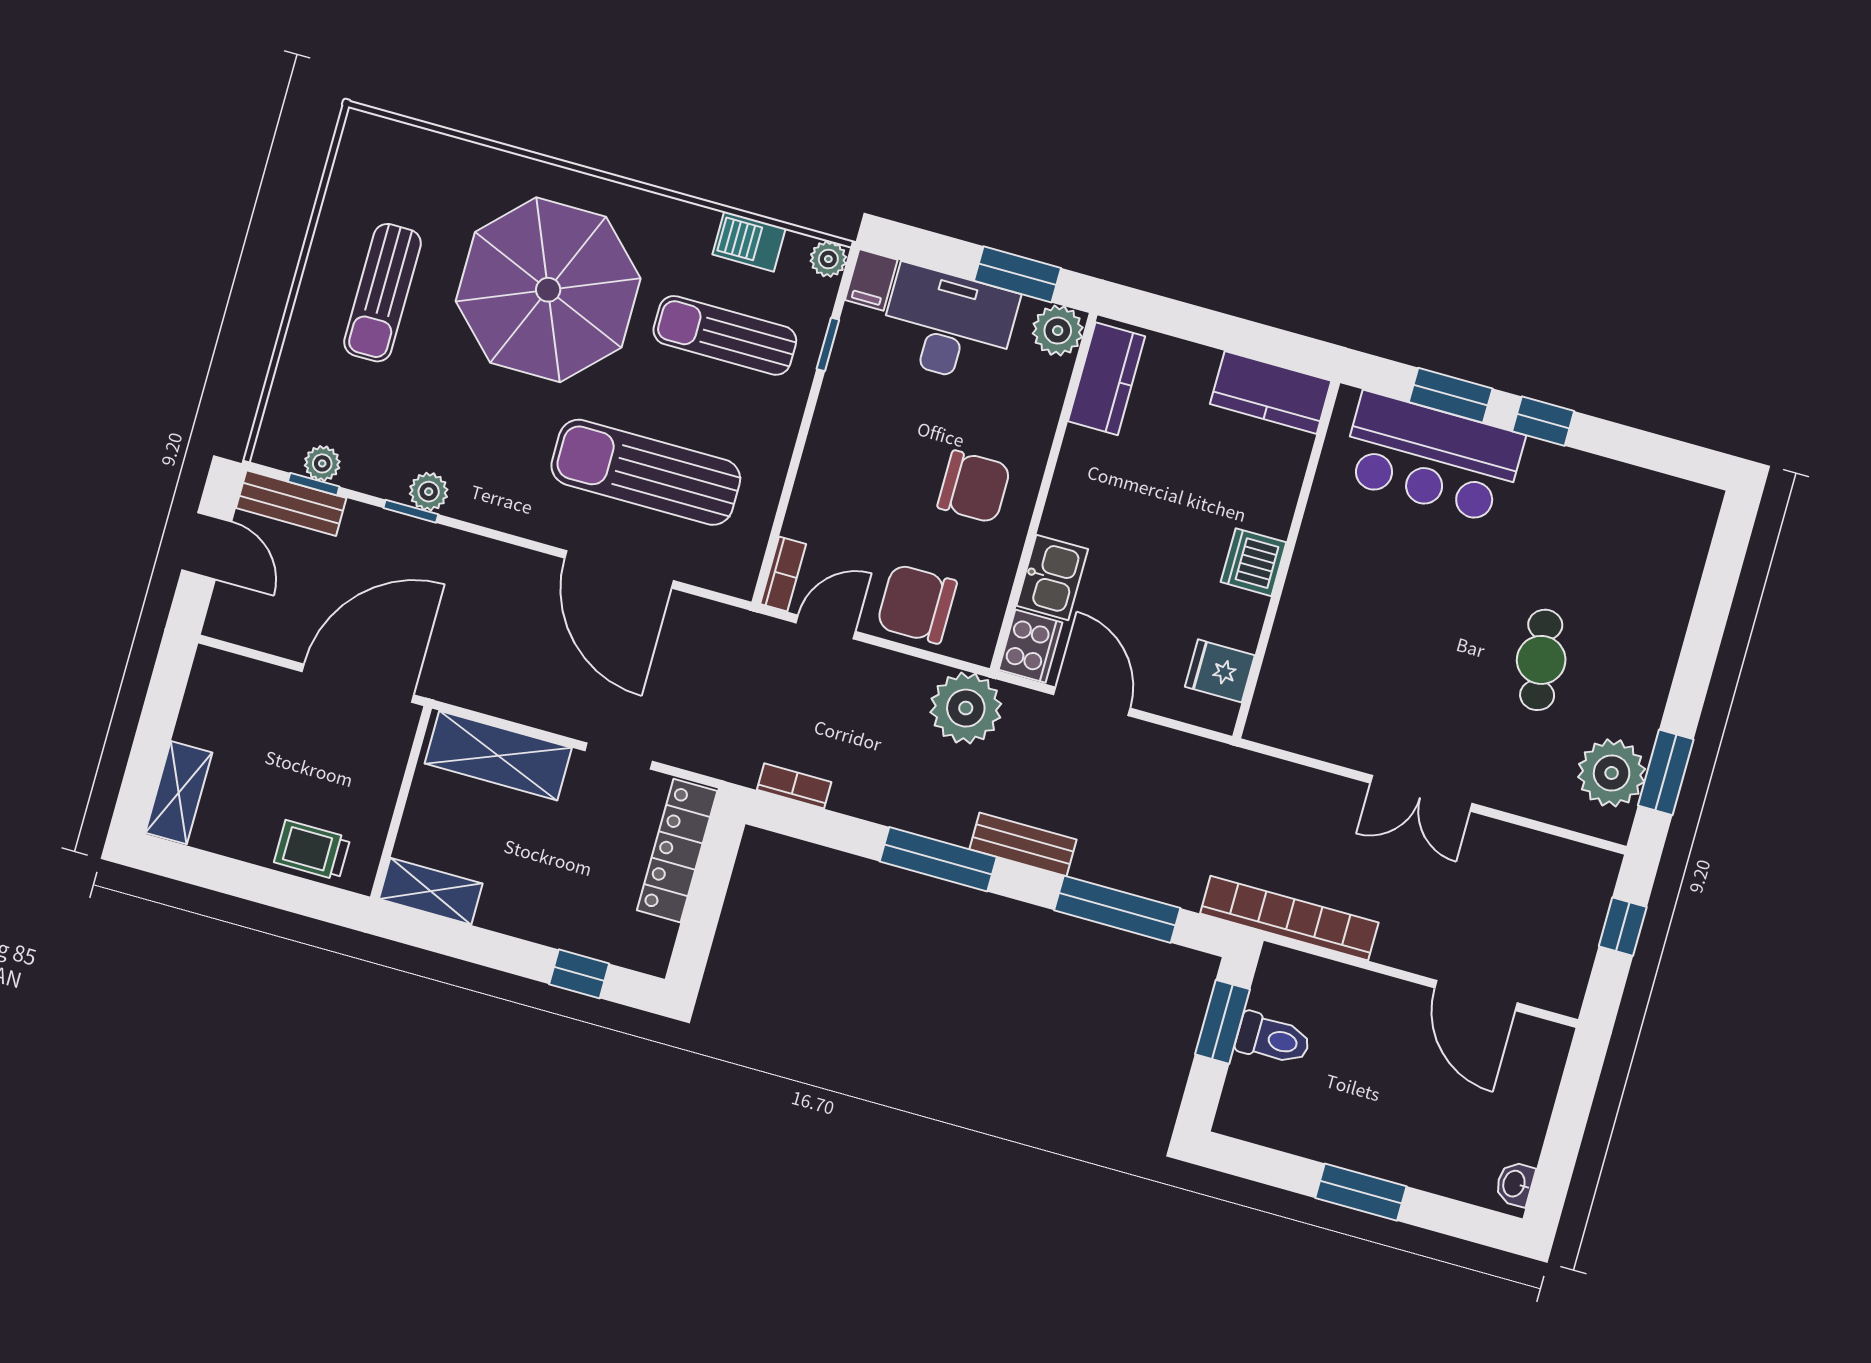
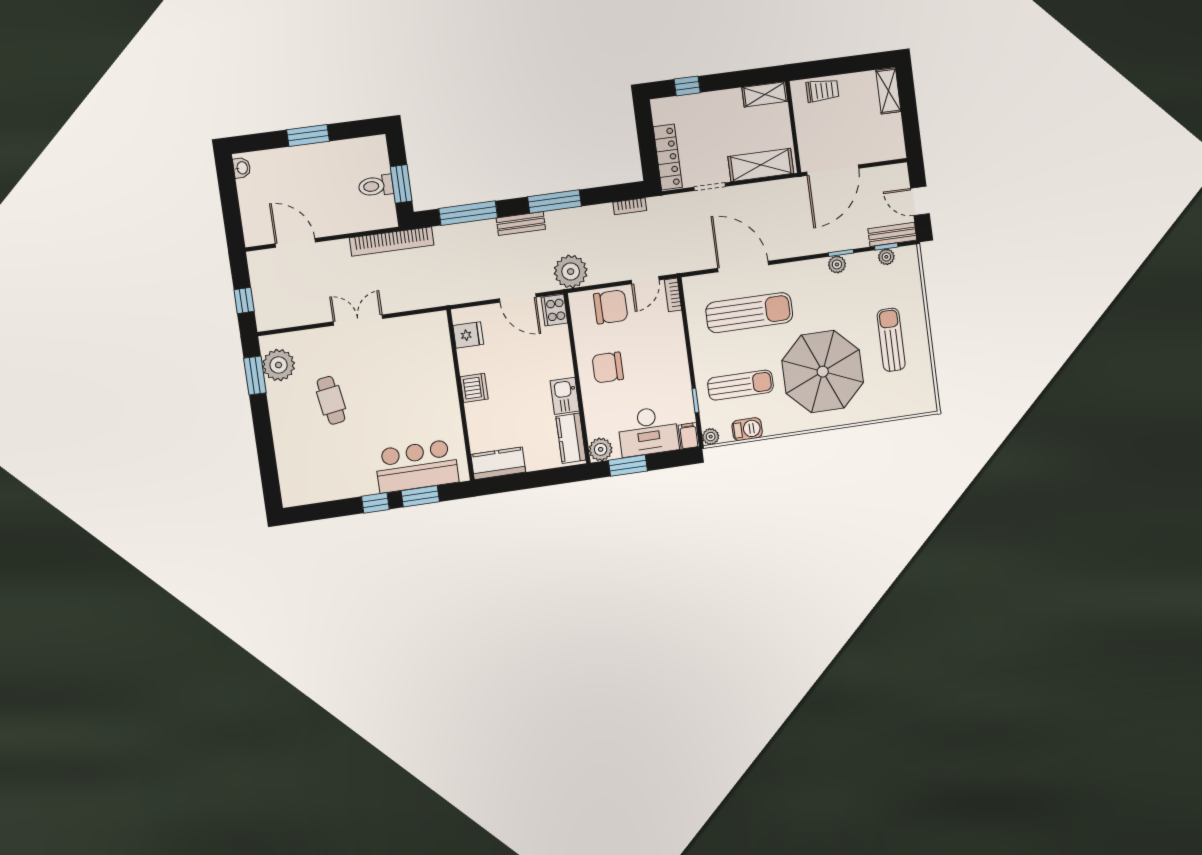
kitchen sink: (1052, 577) -> (565, 396), moved

